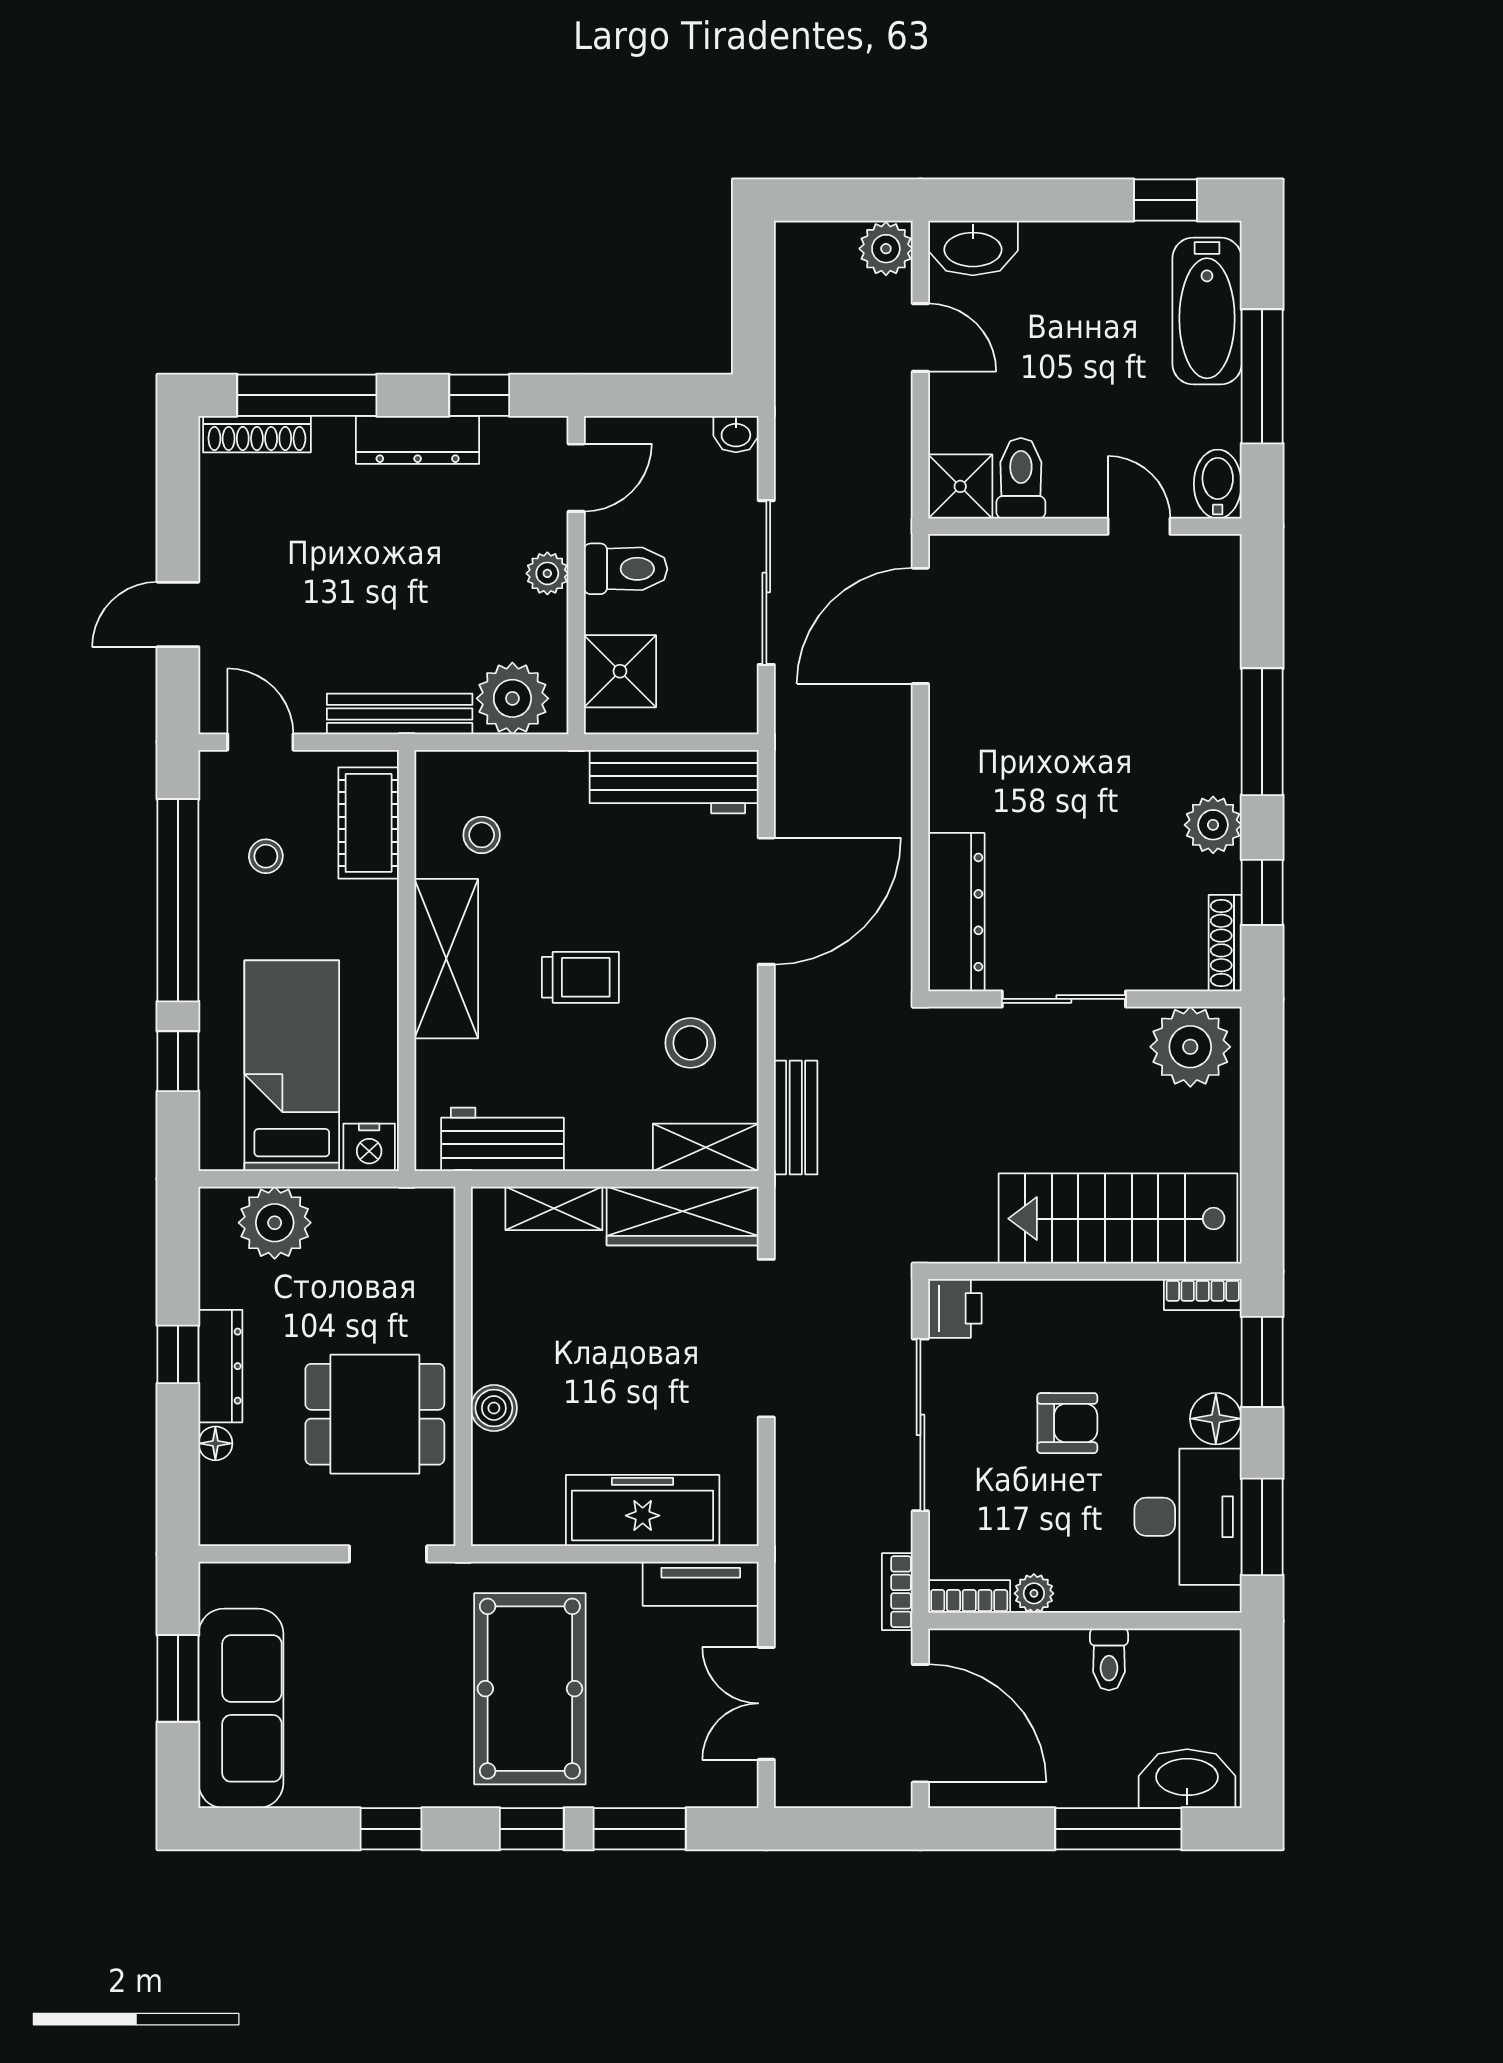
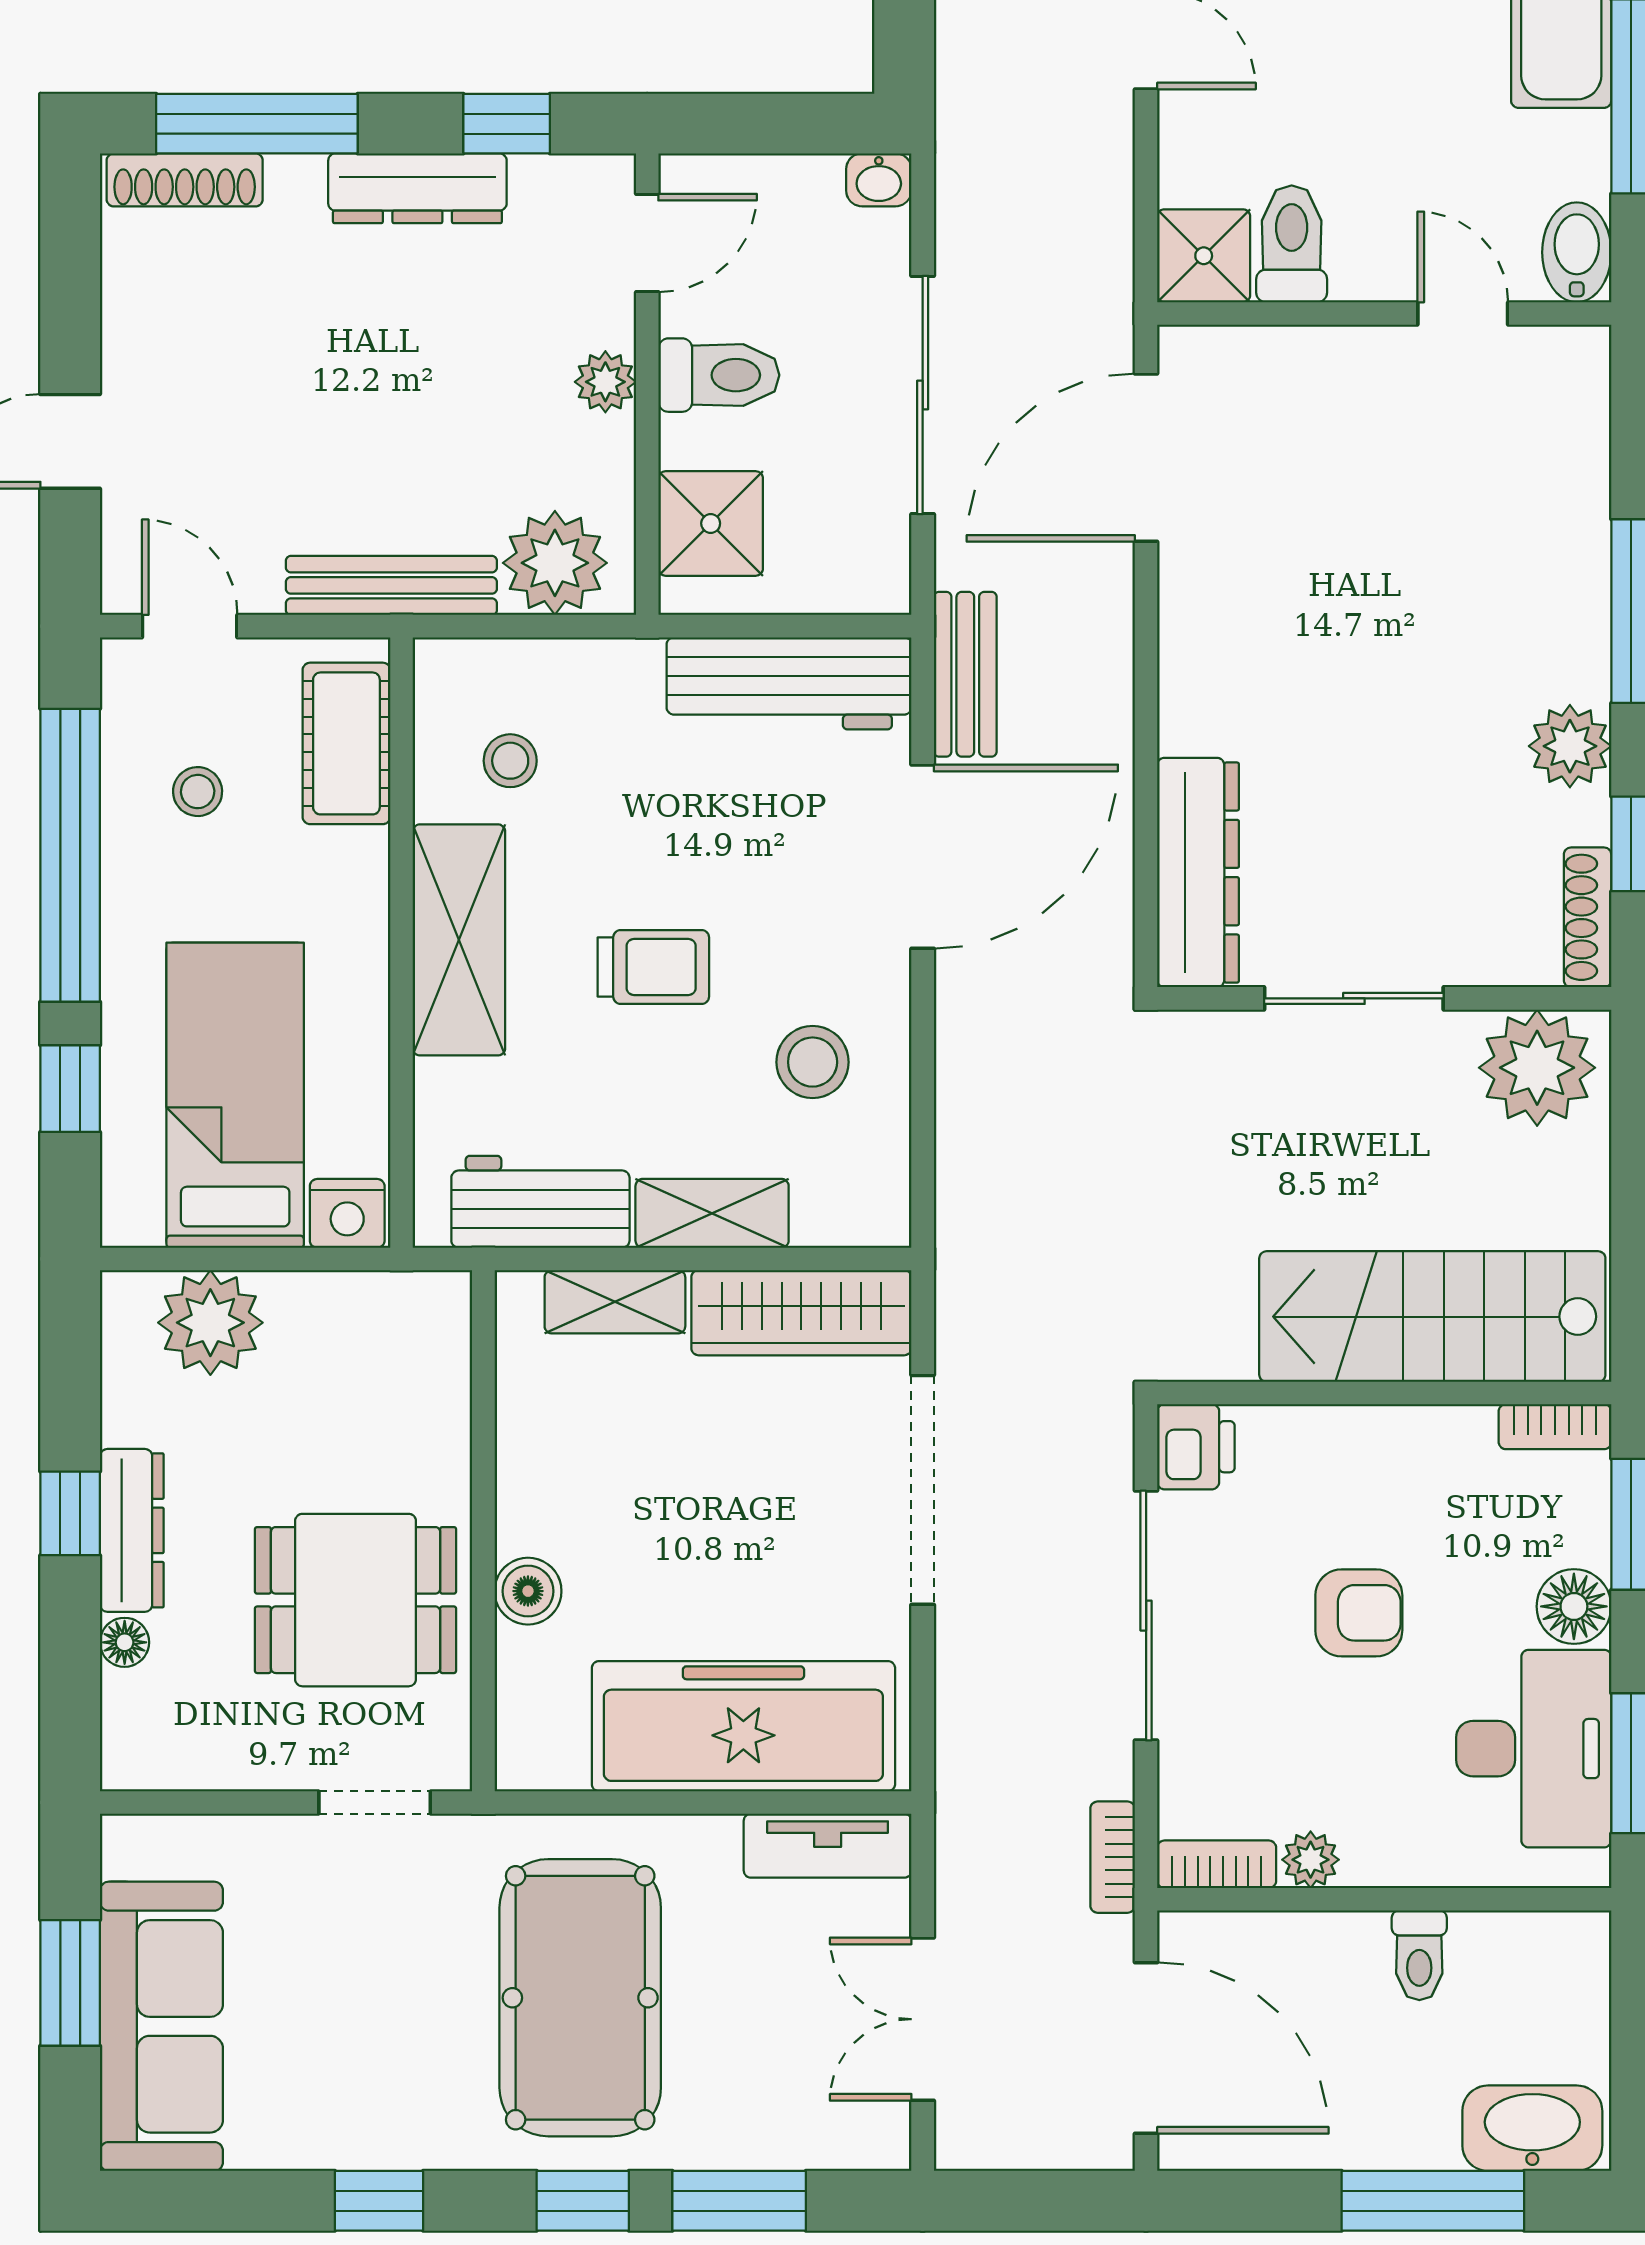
bench: (796, 1118) -> (965, 674), moved
shelving: (706, 1147) -> (712, 1213), moved
freezer: (643, 1511) -> (743, 1726), width x1.36, depth x1.26

